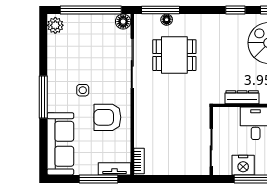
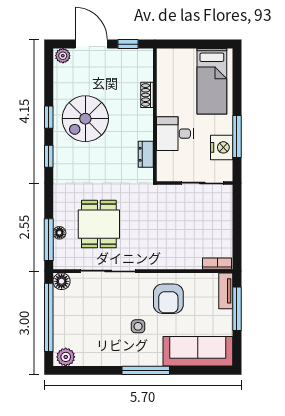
dresser: (242, 97) -> (146, 154), width x0.70

